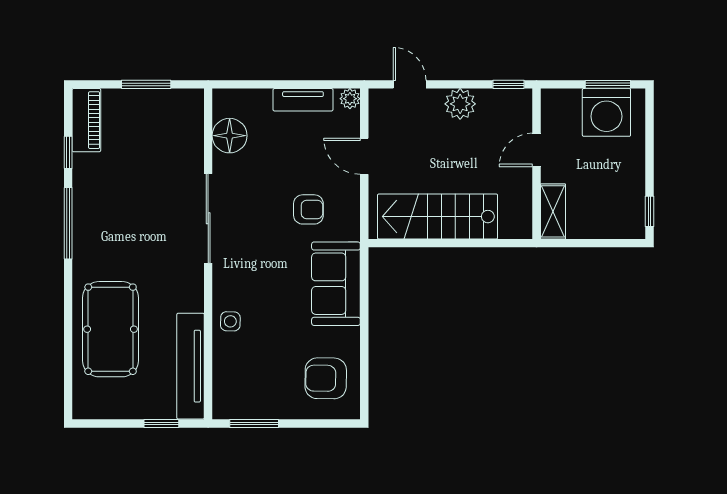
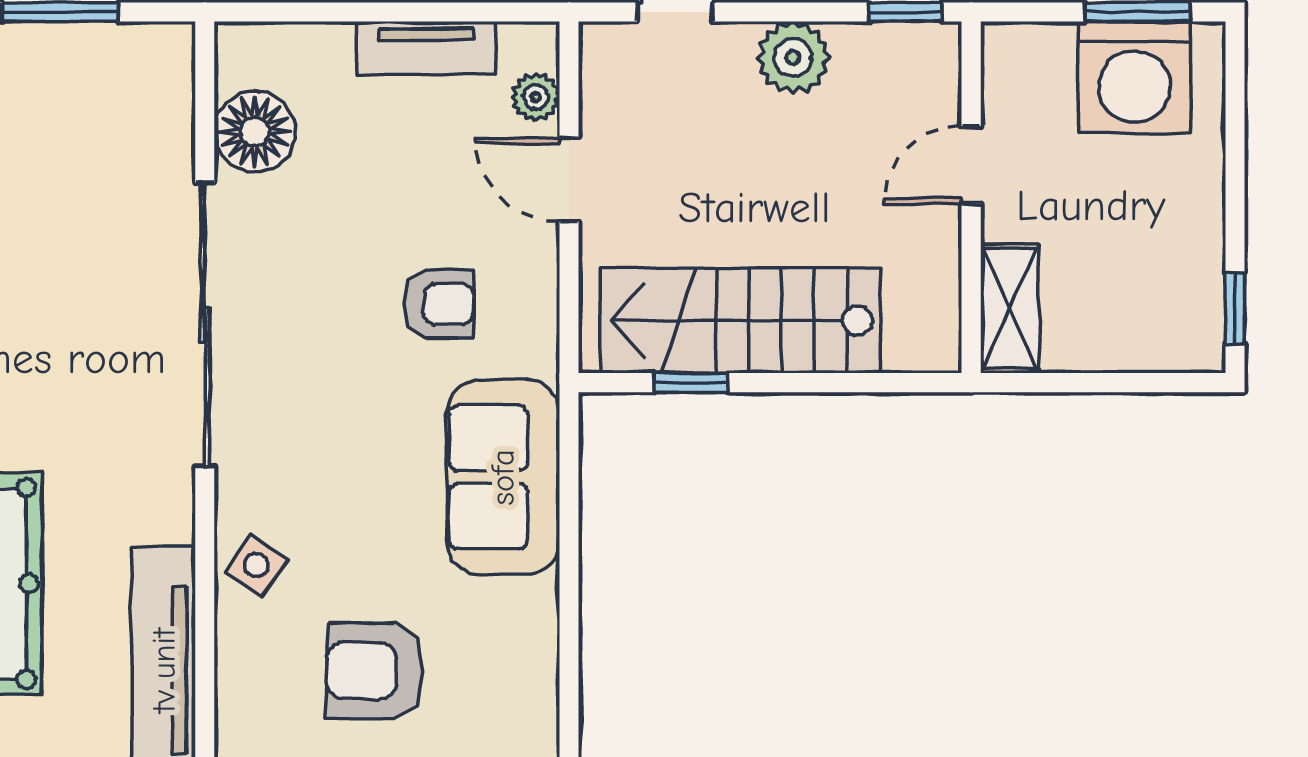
plant: (350, 99) -> (536, 97), moved
sliding door: (208, 218) -> (205, 325), width x1.36
window: (416, 243) -> (691, 383), added
side table: (230, 321) -> (257, 565), turned 35
armchair: (326, 378) -> (375, 671), moved

